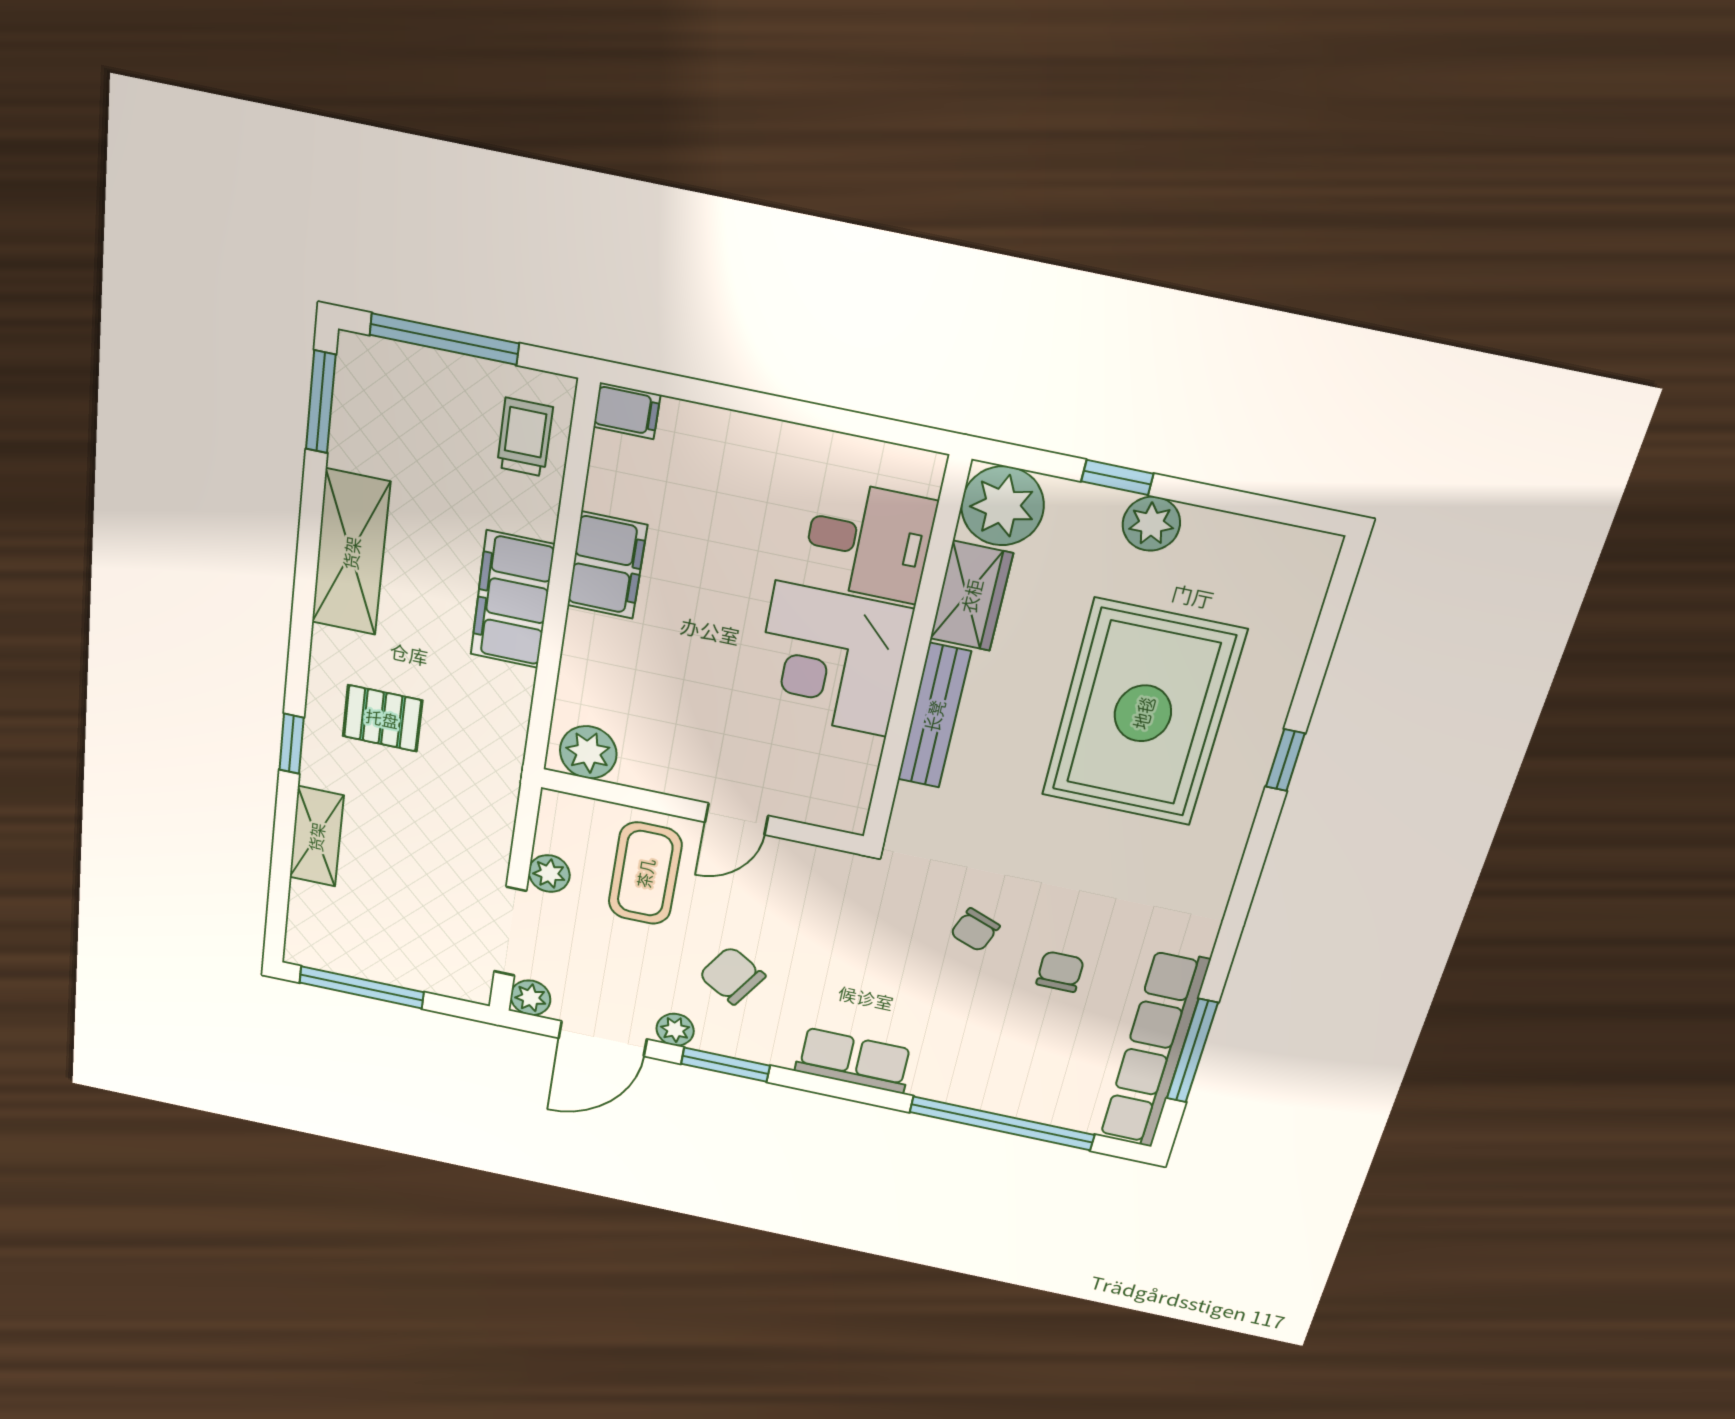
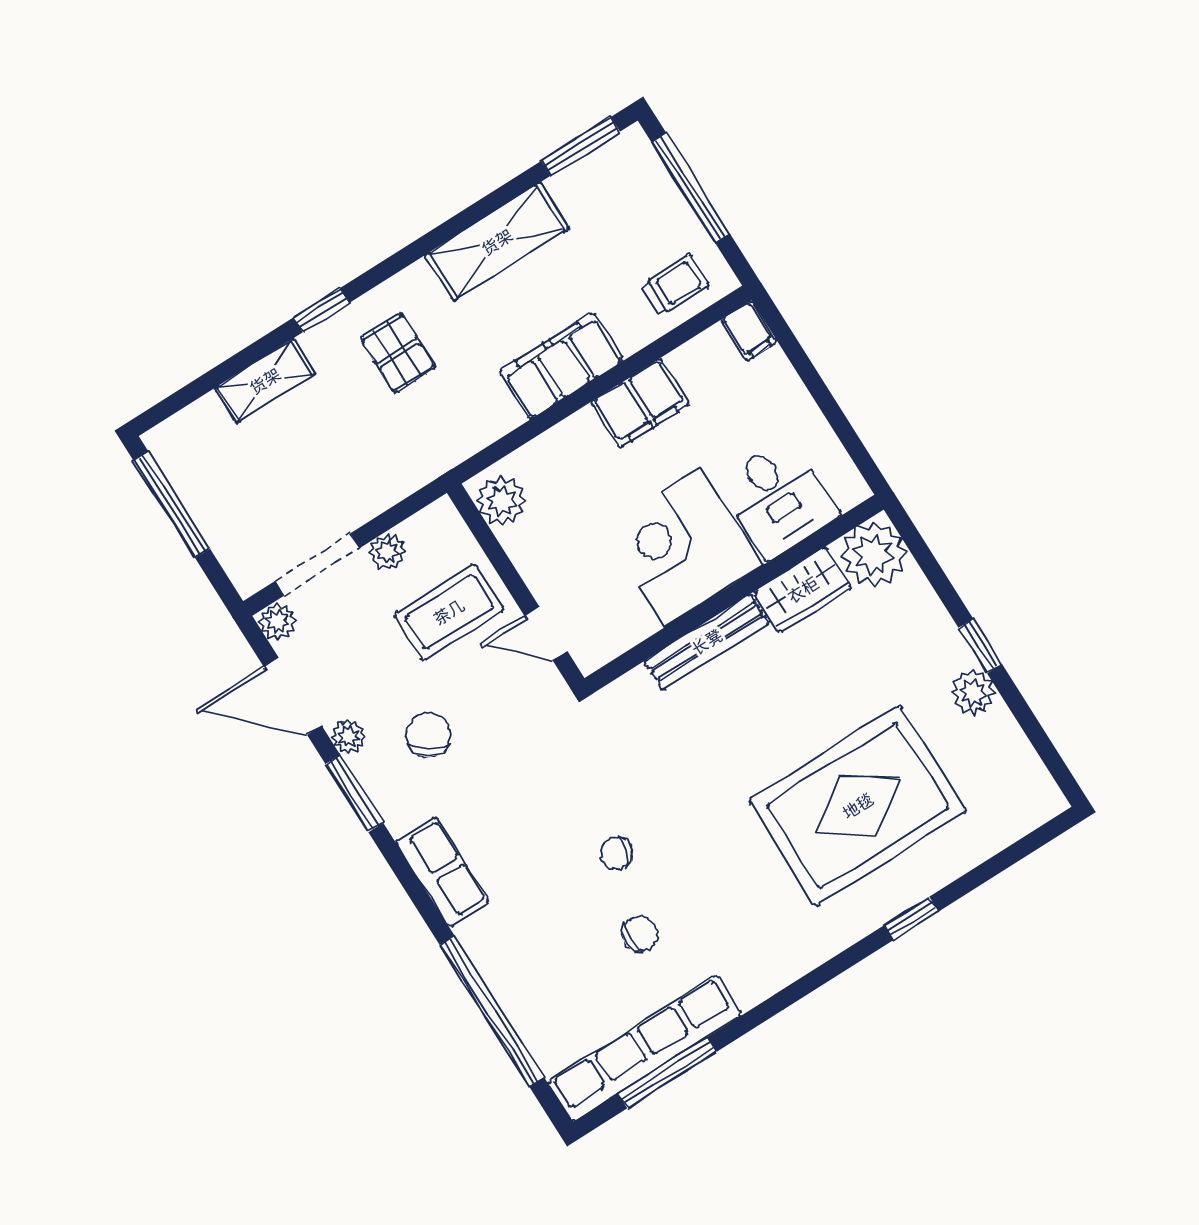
plant: (1003, 506) -> (874, 554), moved
desk: (869, 541) -> (778, 499), moved
wardrobe: (971, 596) -> (803, 590), moved
wall: (915, 656) -> (734, 594), moved
corner desk: (832, 659) -> (683, 547), moved
bench: (934, 716) -> (707, 642), moved

